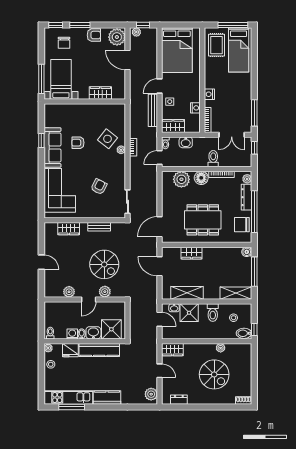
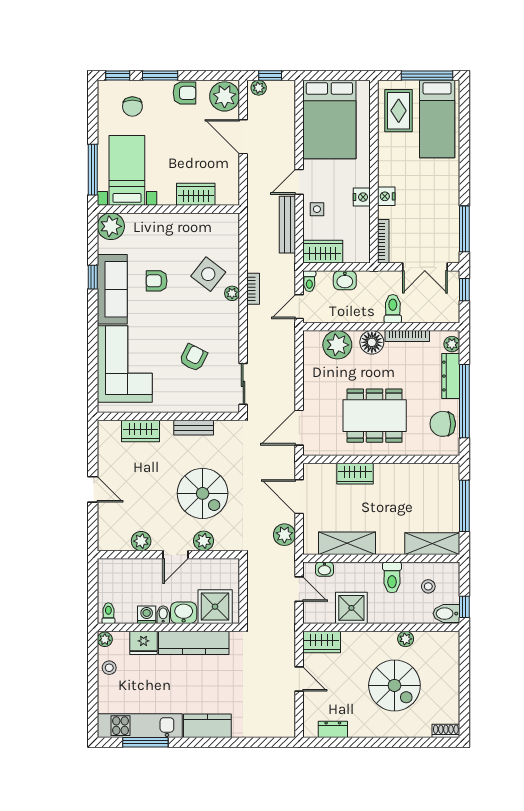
nightstand: (195, 108) -> (362, 197), moved
plant: (52, 111) -> (111, 226), added
boiler: (247, 252) -> (451, 471), removed
shower: (189, 313) -> (351, 608), moved
plant: (151, 394) -> (284, 535), moved

